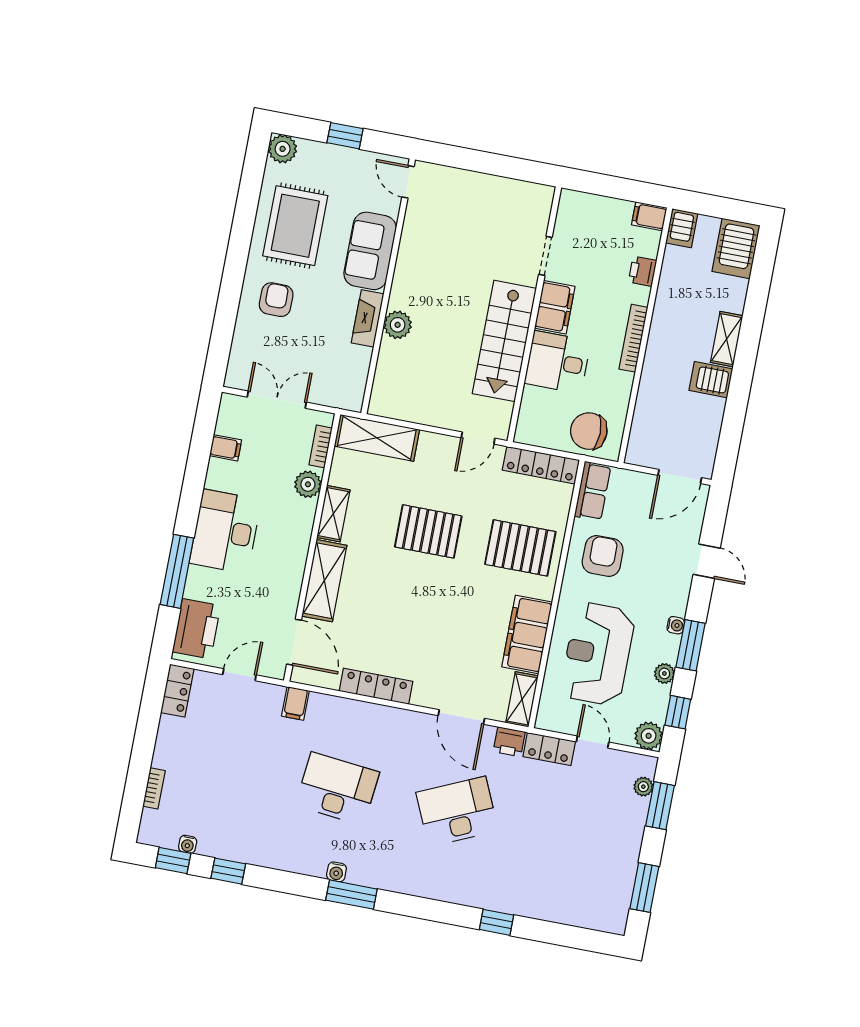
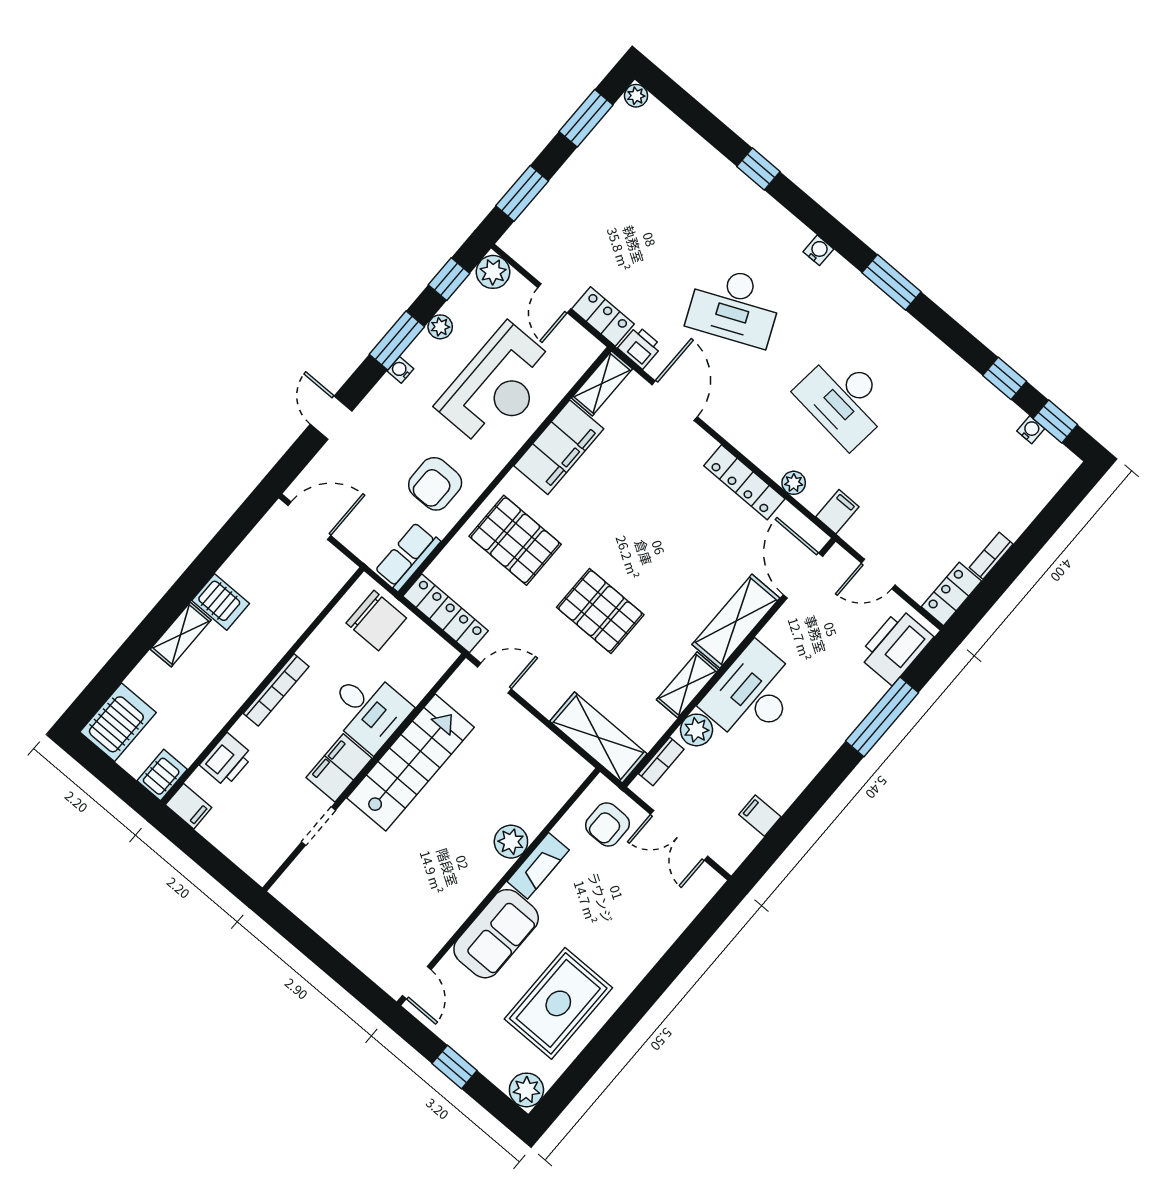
printer: (642, 271) -> (227, 760), width x1.36, depth x1.24
armchair: (276, 300) -> (607, 824), moved
desk: (225, 532) -> (752, 694), moved, turned 180
plant: (340, 706) -> (794, 483), added
plant: (643, 787) -> (636, 96), moved
bookcase: (154, 788) -> (991, 556), moved
water cooler: (336, 872) -> (818, 250), moved

